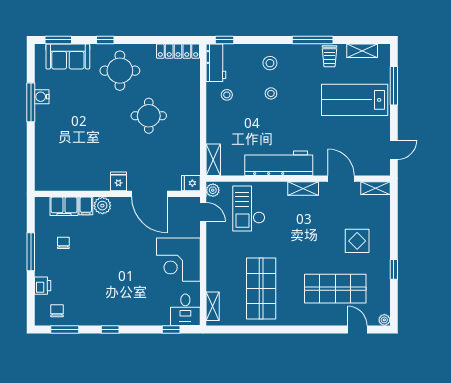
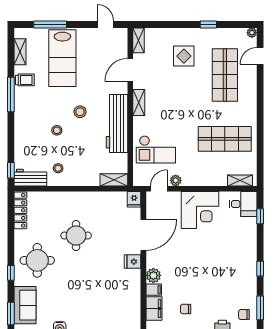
stool: (270, 63) -> (80, 112), moved
plant: (213, 190) -> (176, 180), moved

